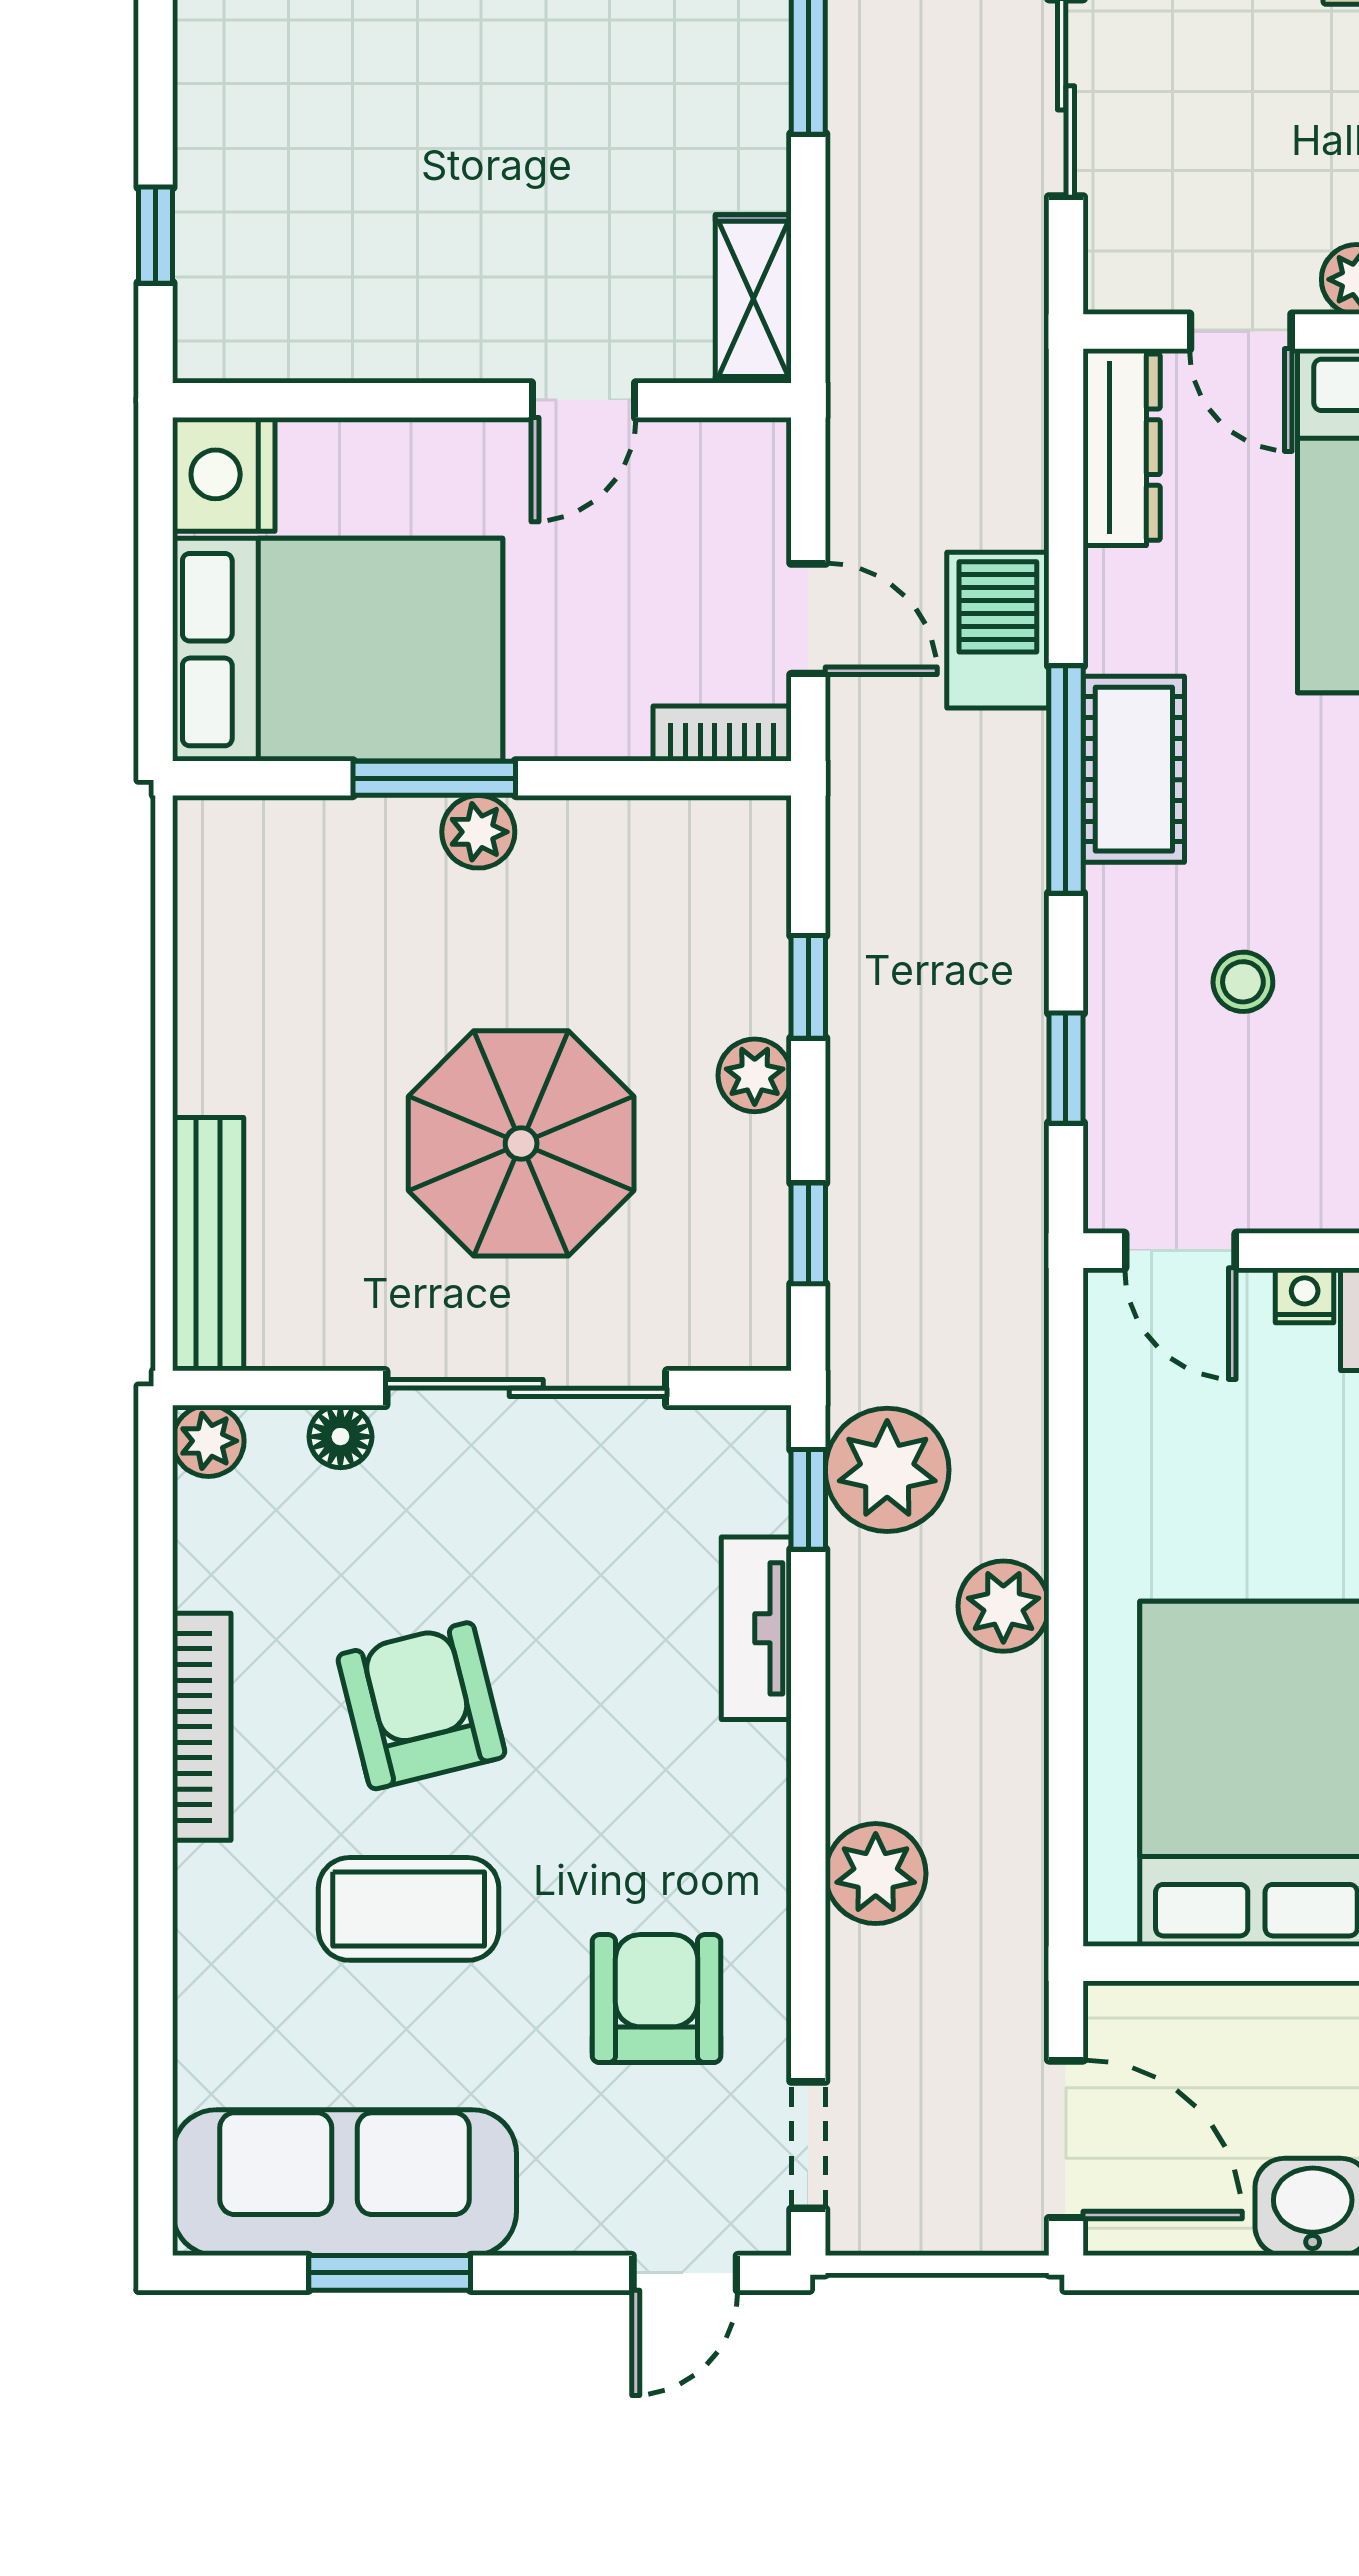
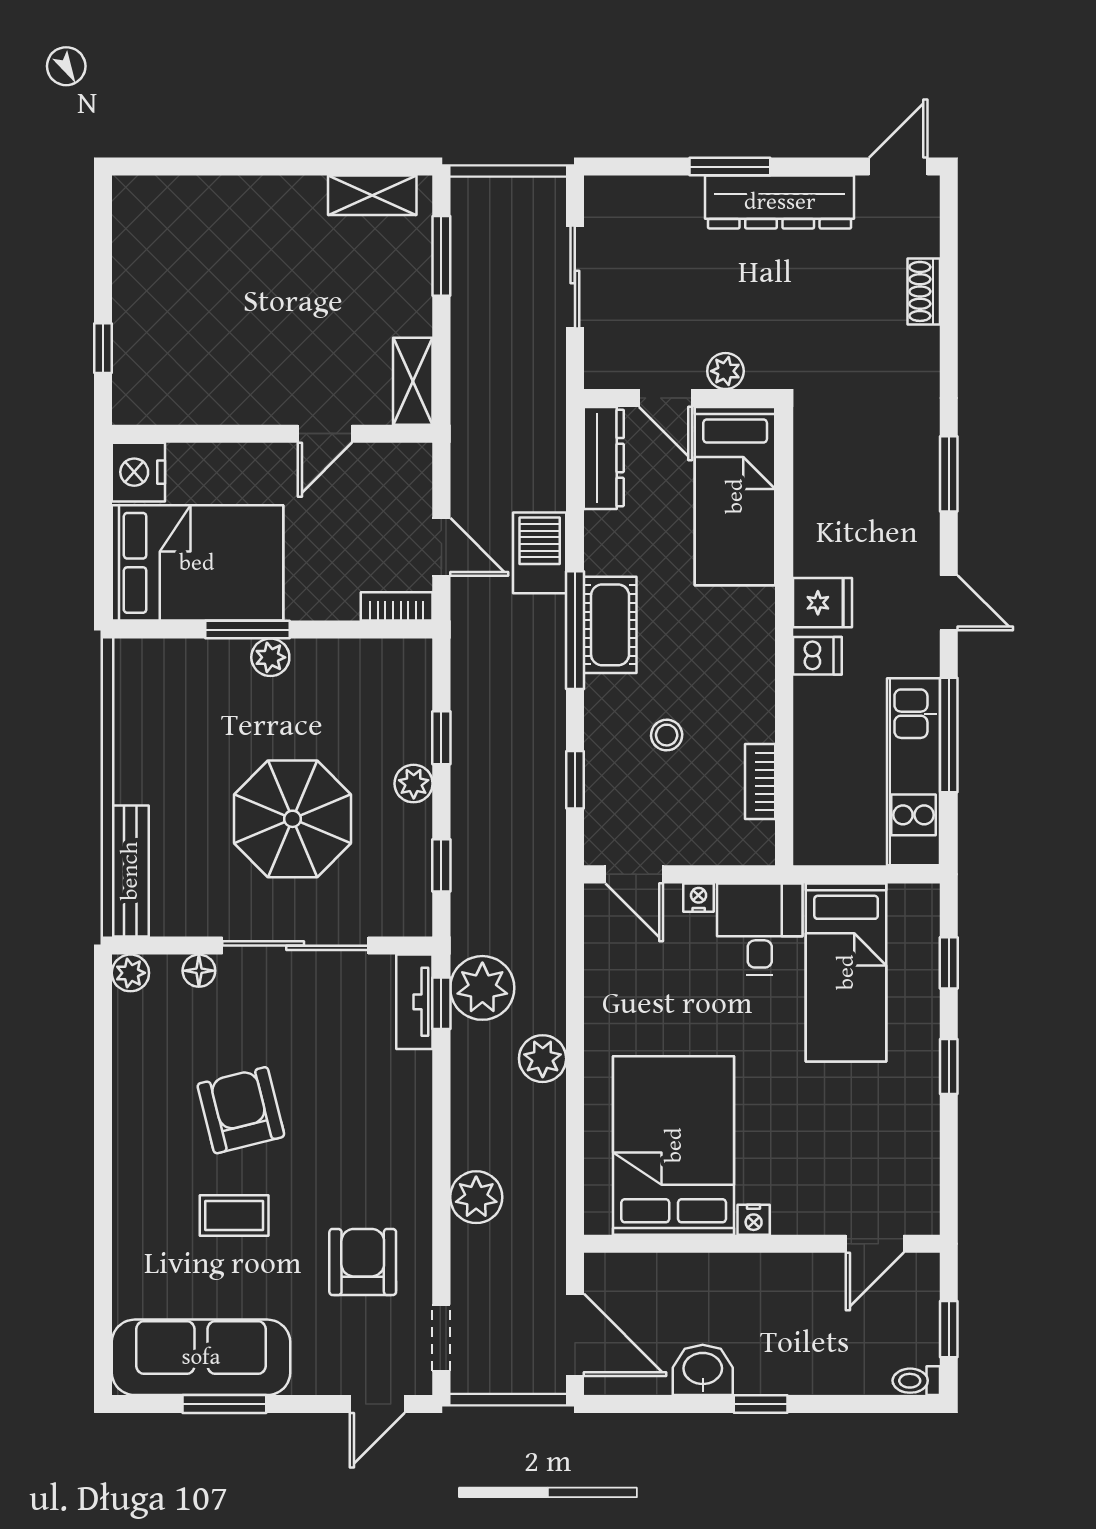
tv unit: (756, 1628) -> (414, 1002), moved
bookcase: (202, 1727) -> (127, 1121), removed
coffee table: (409, 1909) -> (234, 1216), width x0.73, depth x0.77

